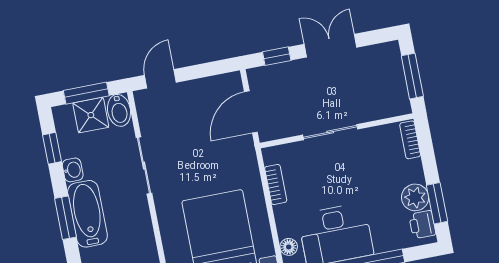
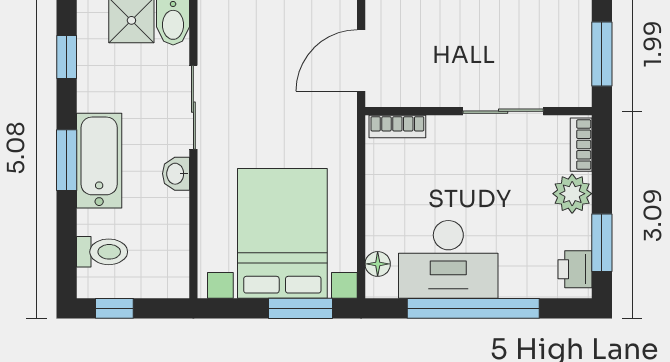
sliding door: (330, 132) -> (503, 111), moved
washbasin: (73, 170) -> (176, 174), moved, turned 180
bookcase: (276, 184) -> (397, 127), moved, turned 90
plant: (415, 197) -> (572, 194), moved

